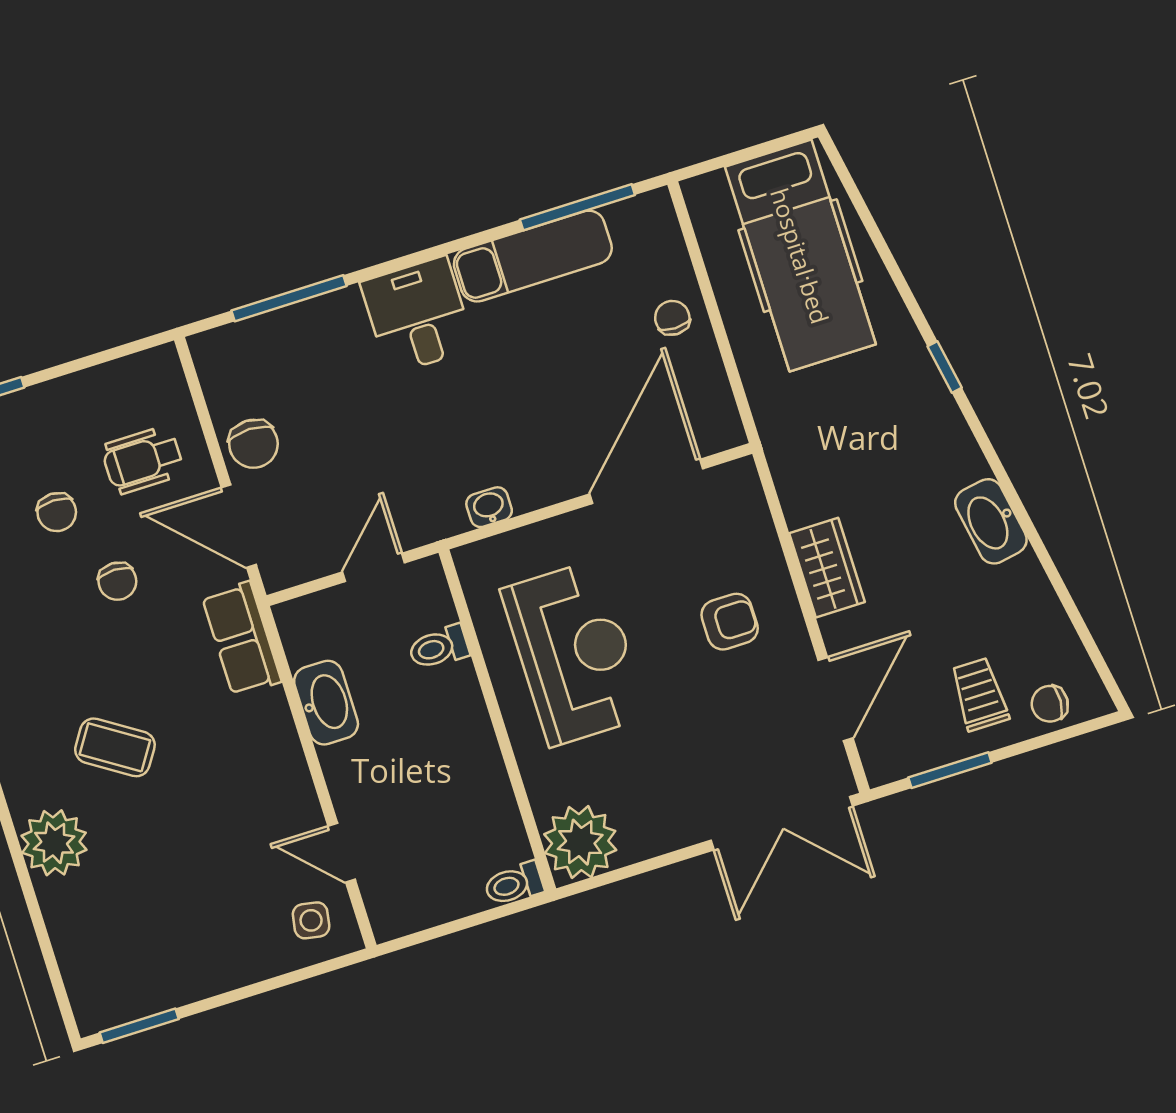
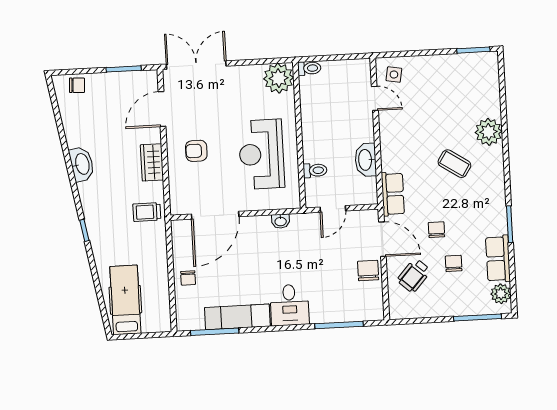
hospital bed: (800, 256) -> (125, 300), width x0.73, depth x0.78
wheelchair: (143, 460) -> (414, 275), turned 132
trolley: (979, 694) -> (147, 212), moved, turned 90

